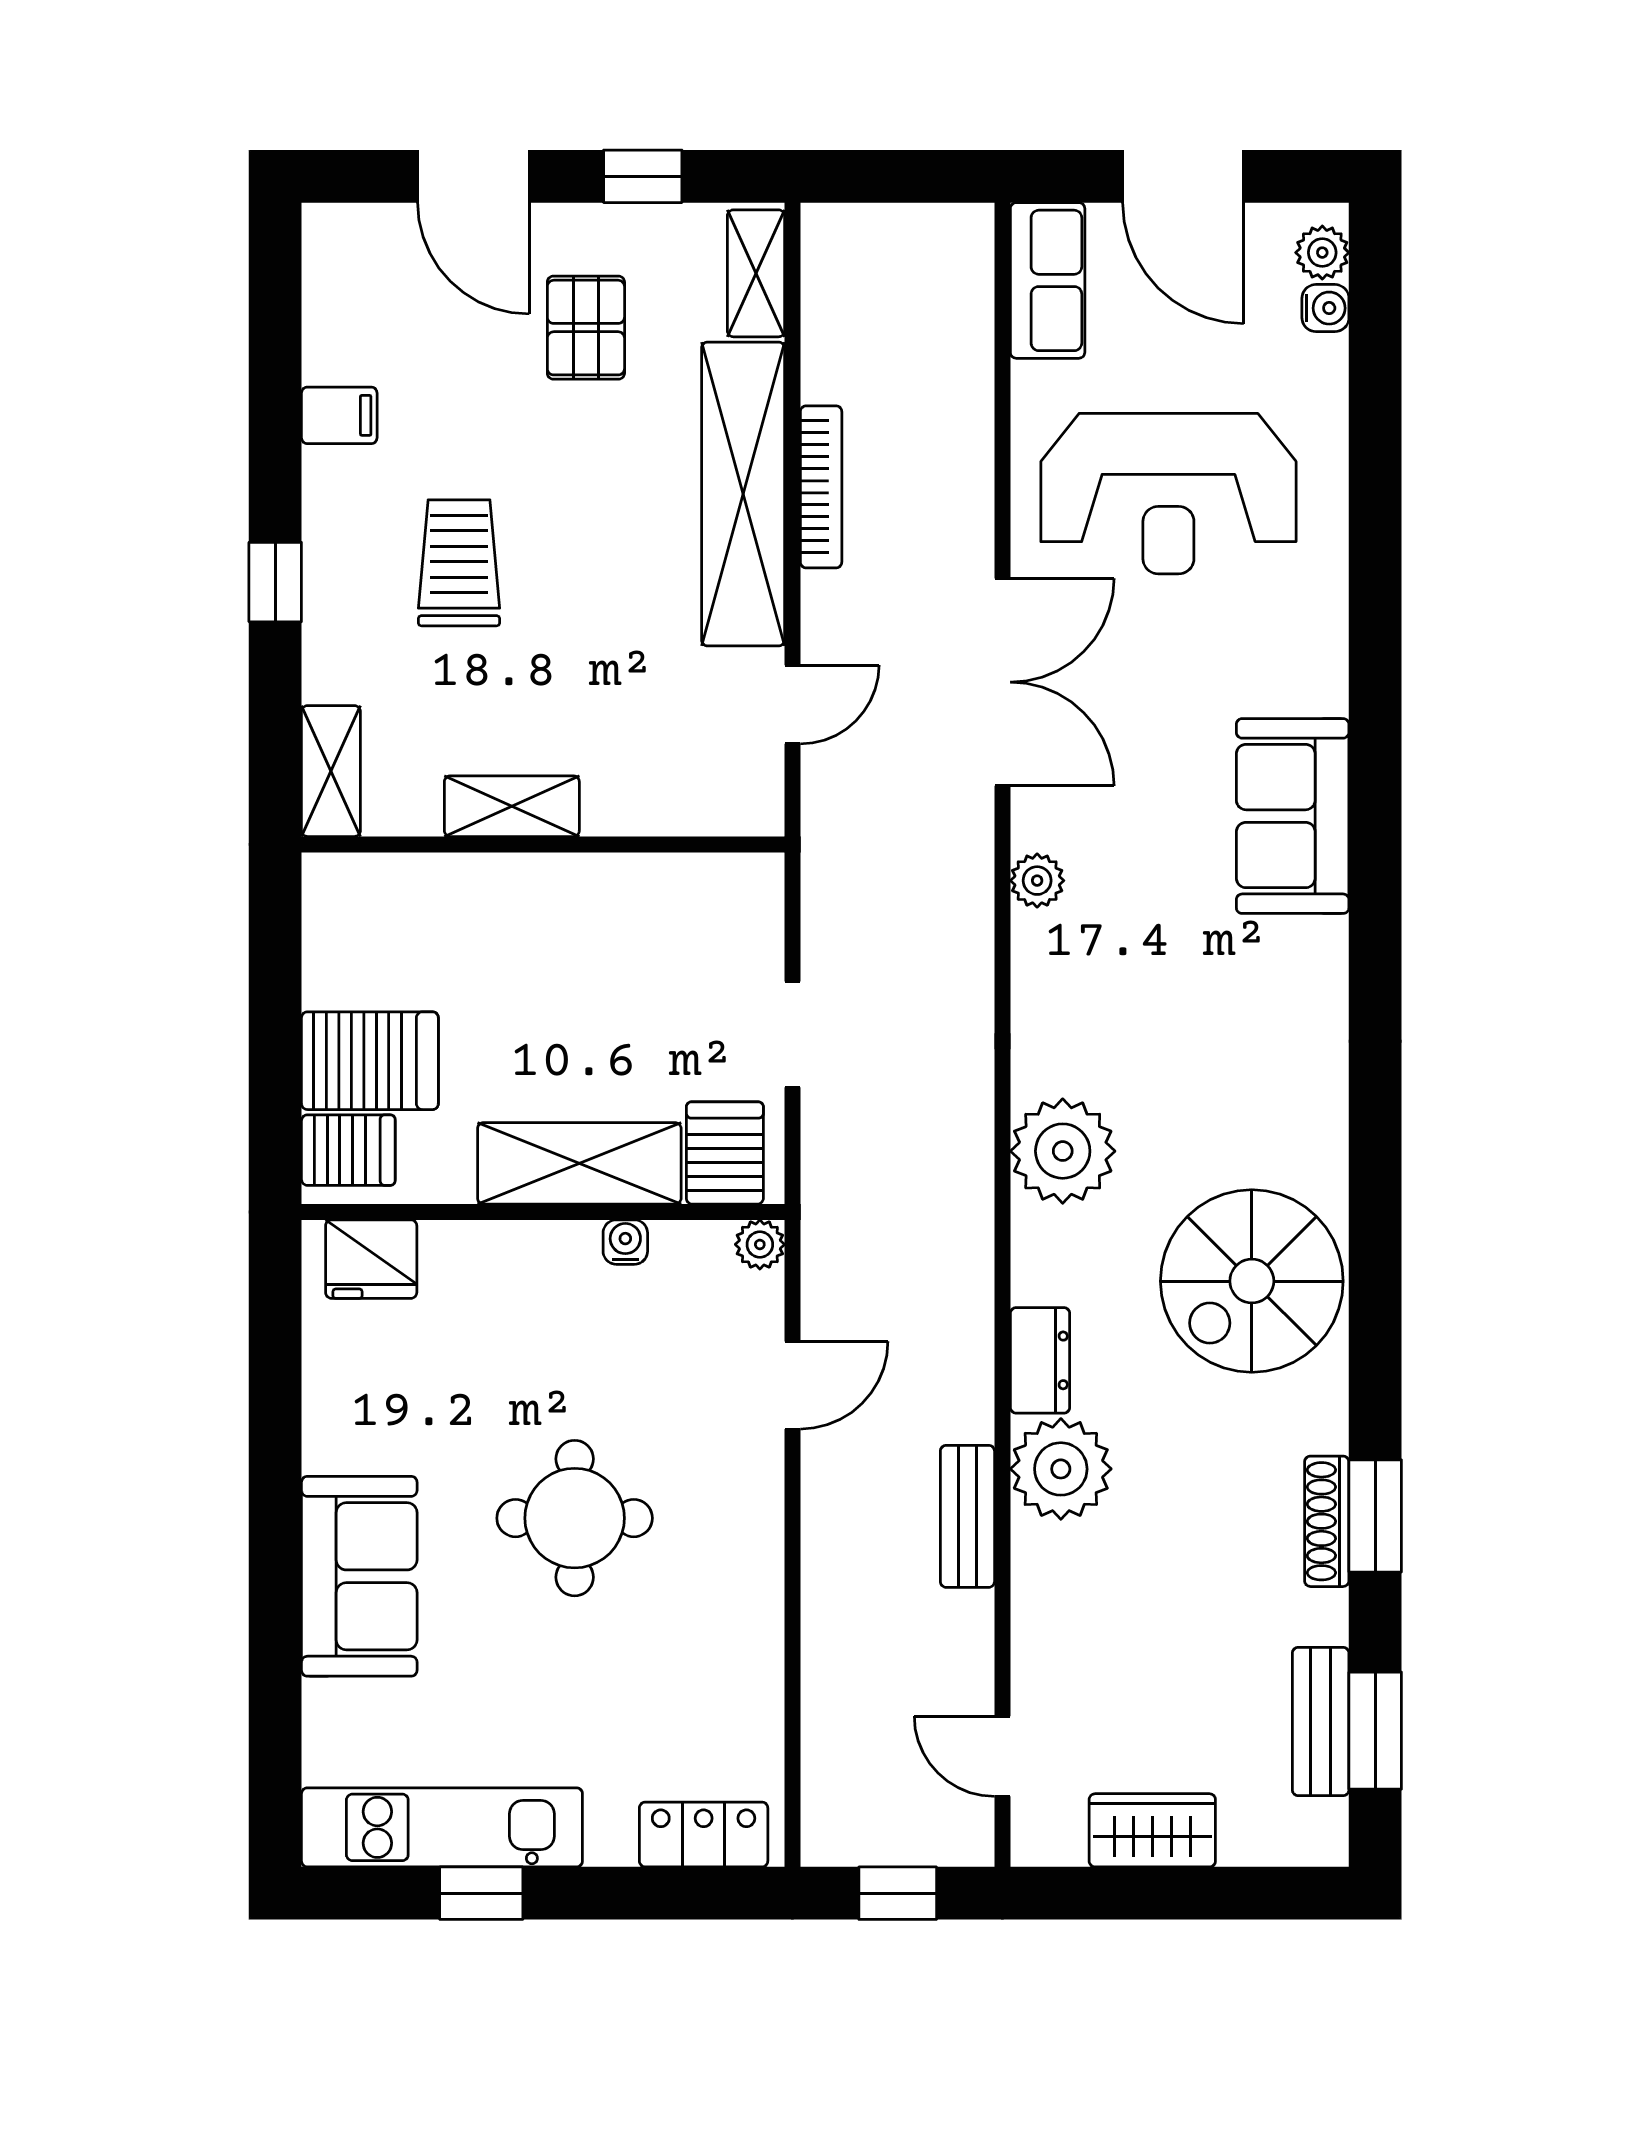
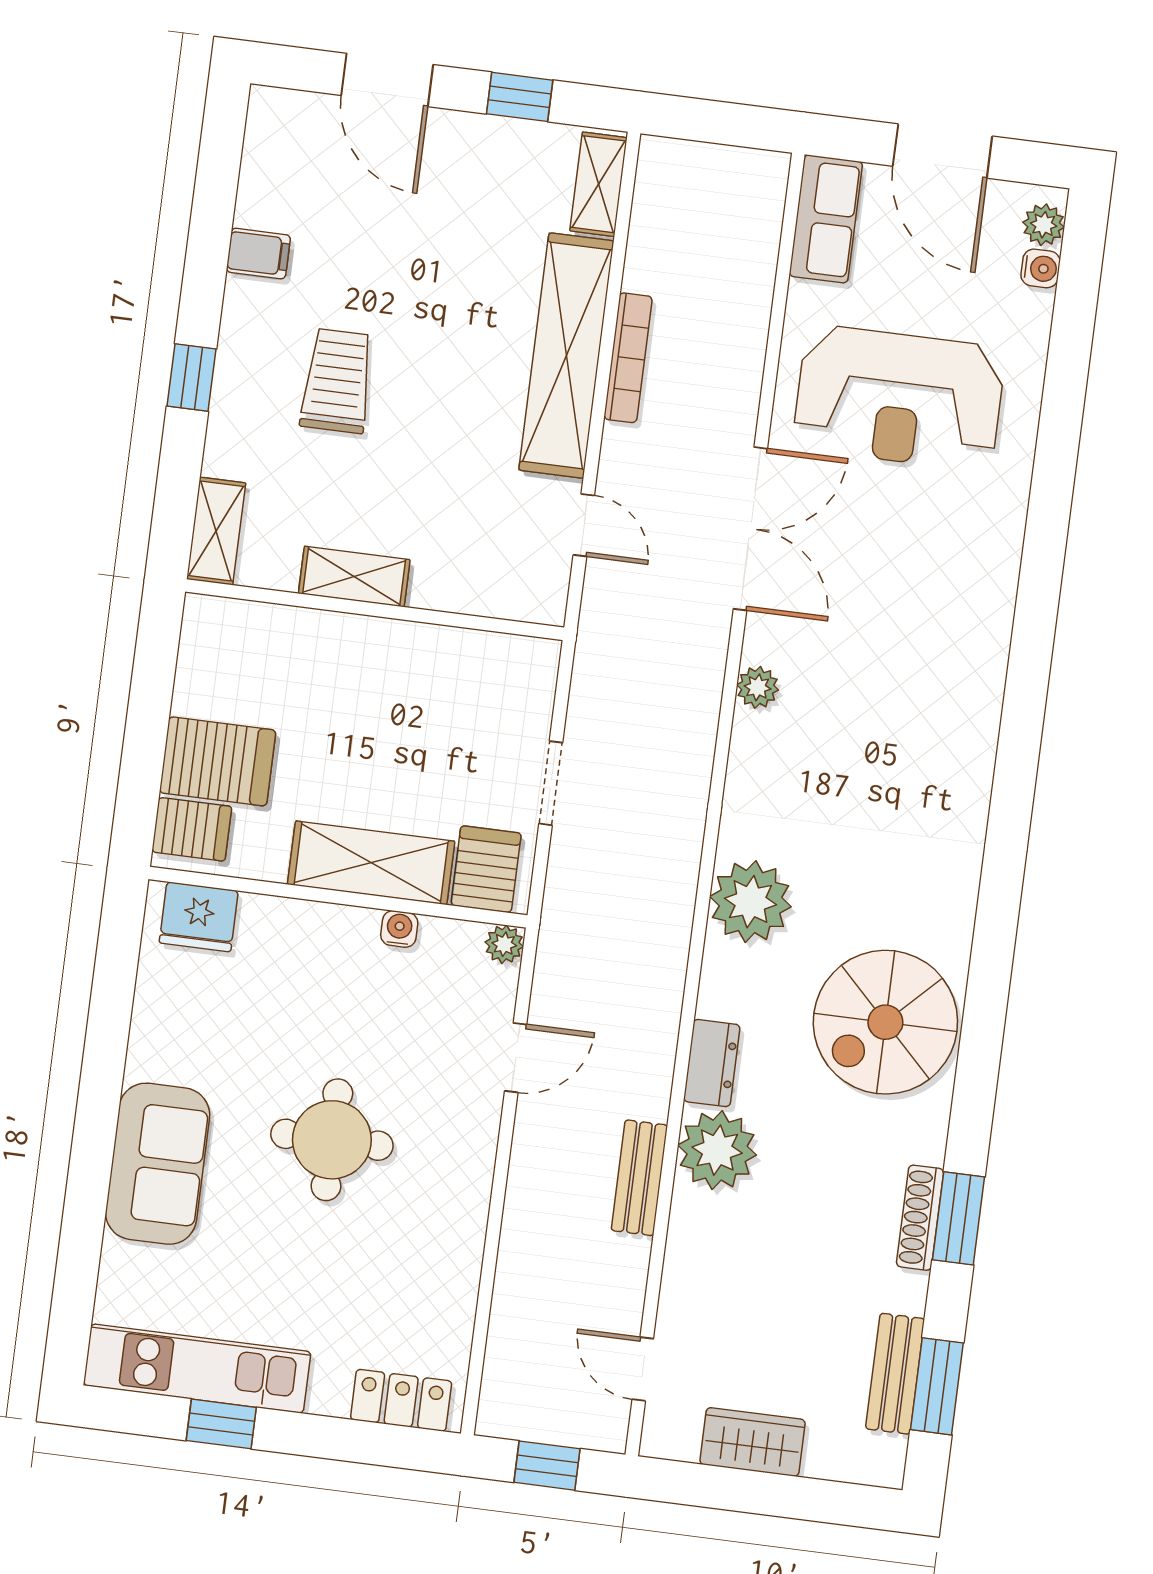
pallet: (586, 328) -> (460, 210), removed
door: (792, 704) -> (584, 525), hinge flipped
sofa: (1293, 816) -> (964, 663), removed

